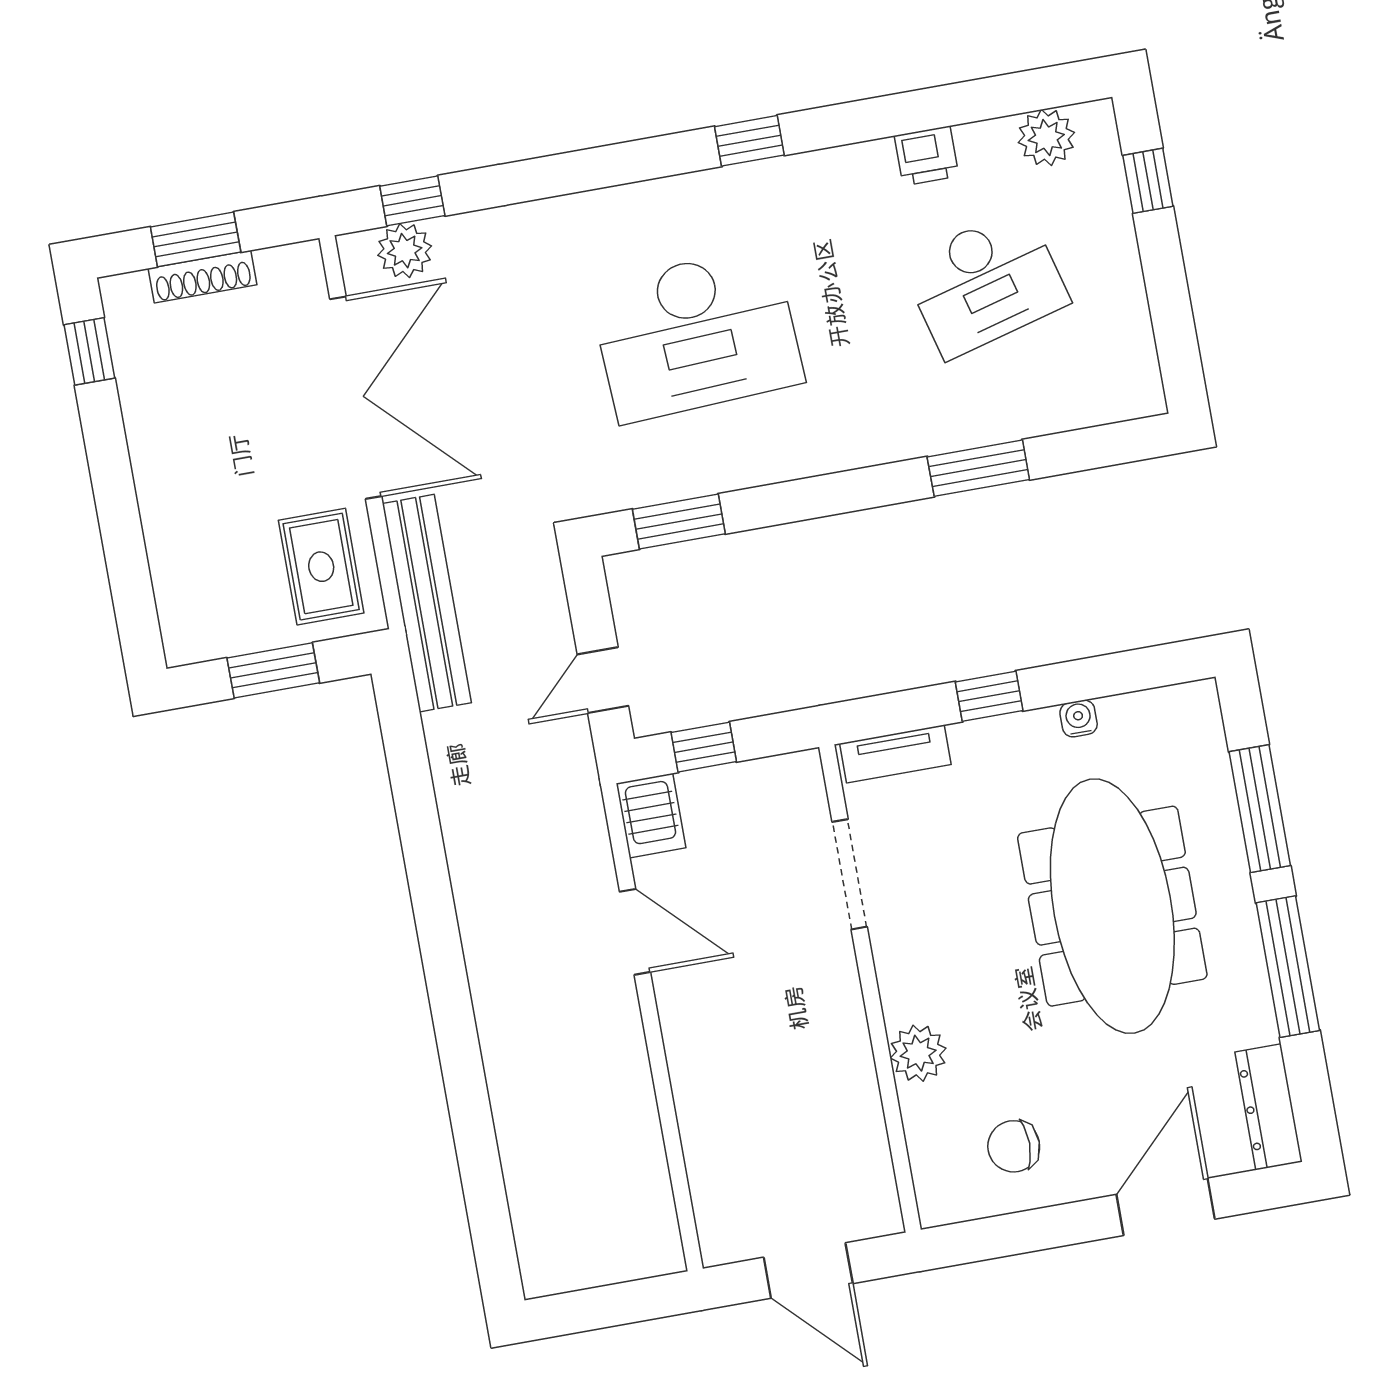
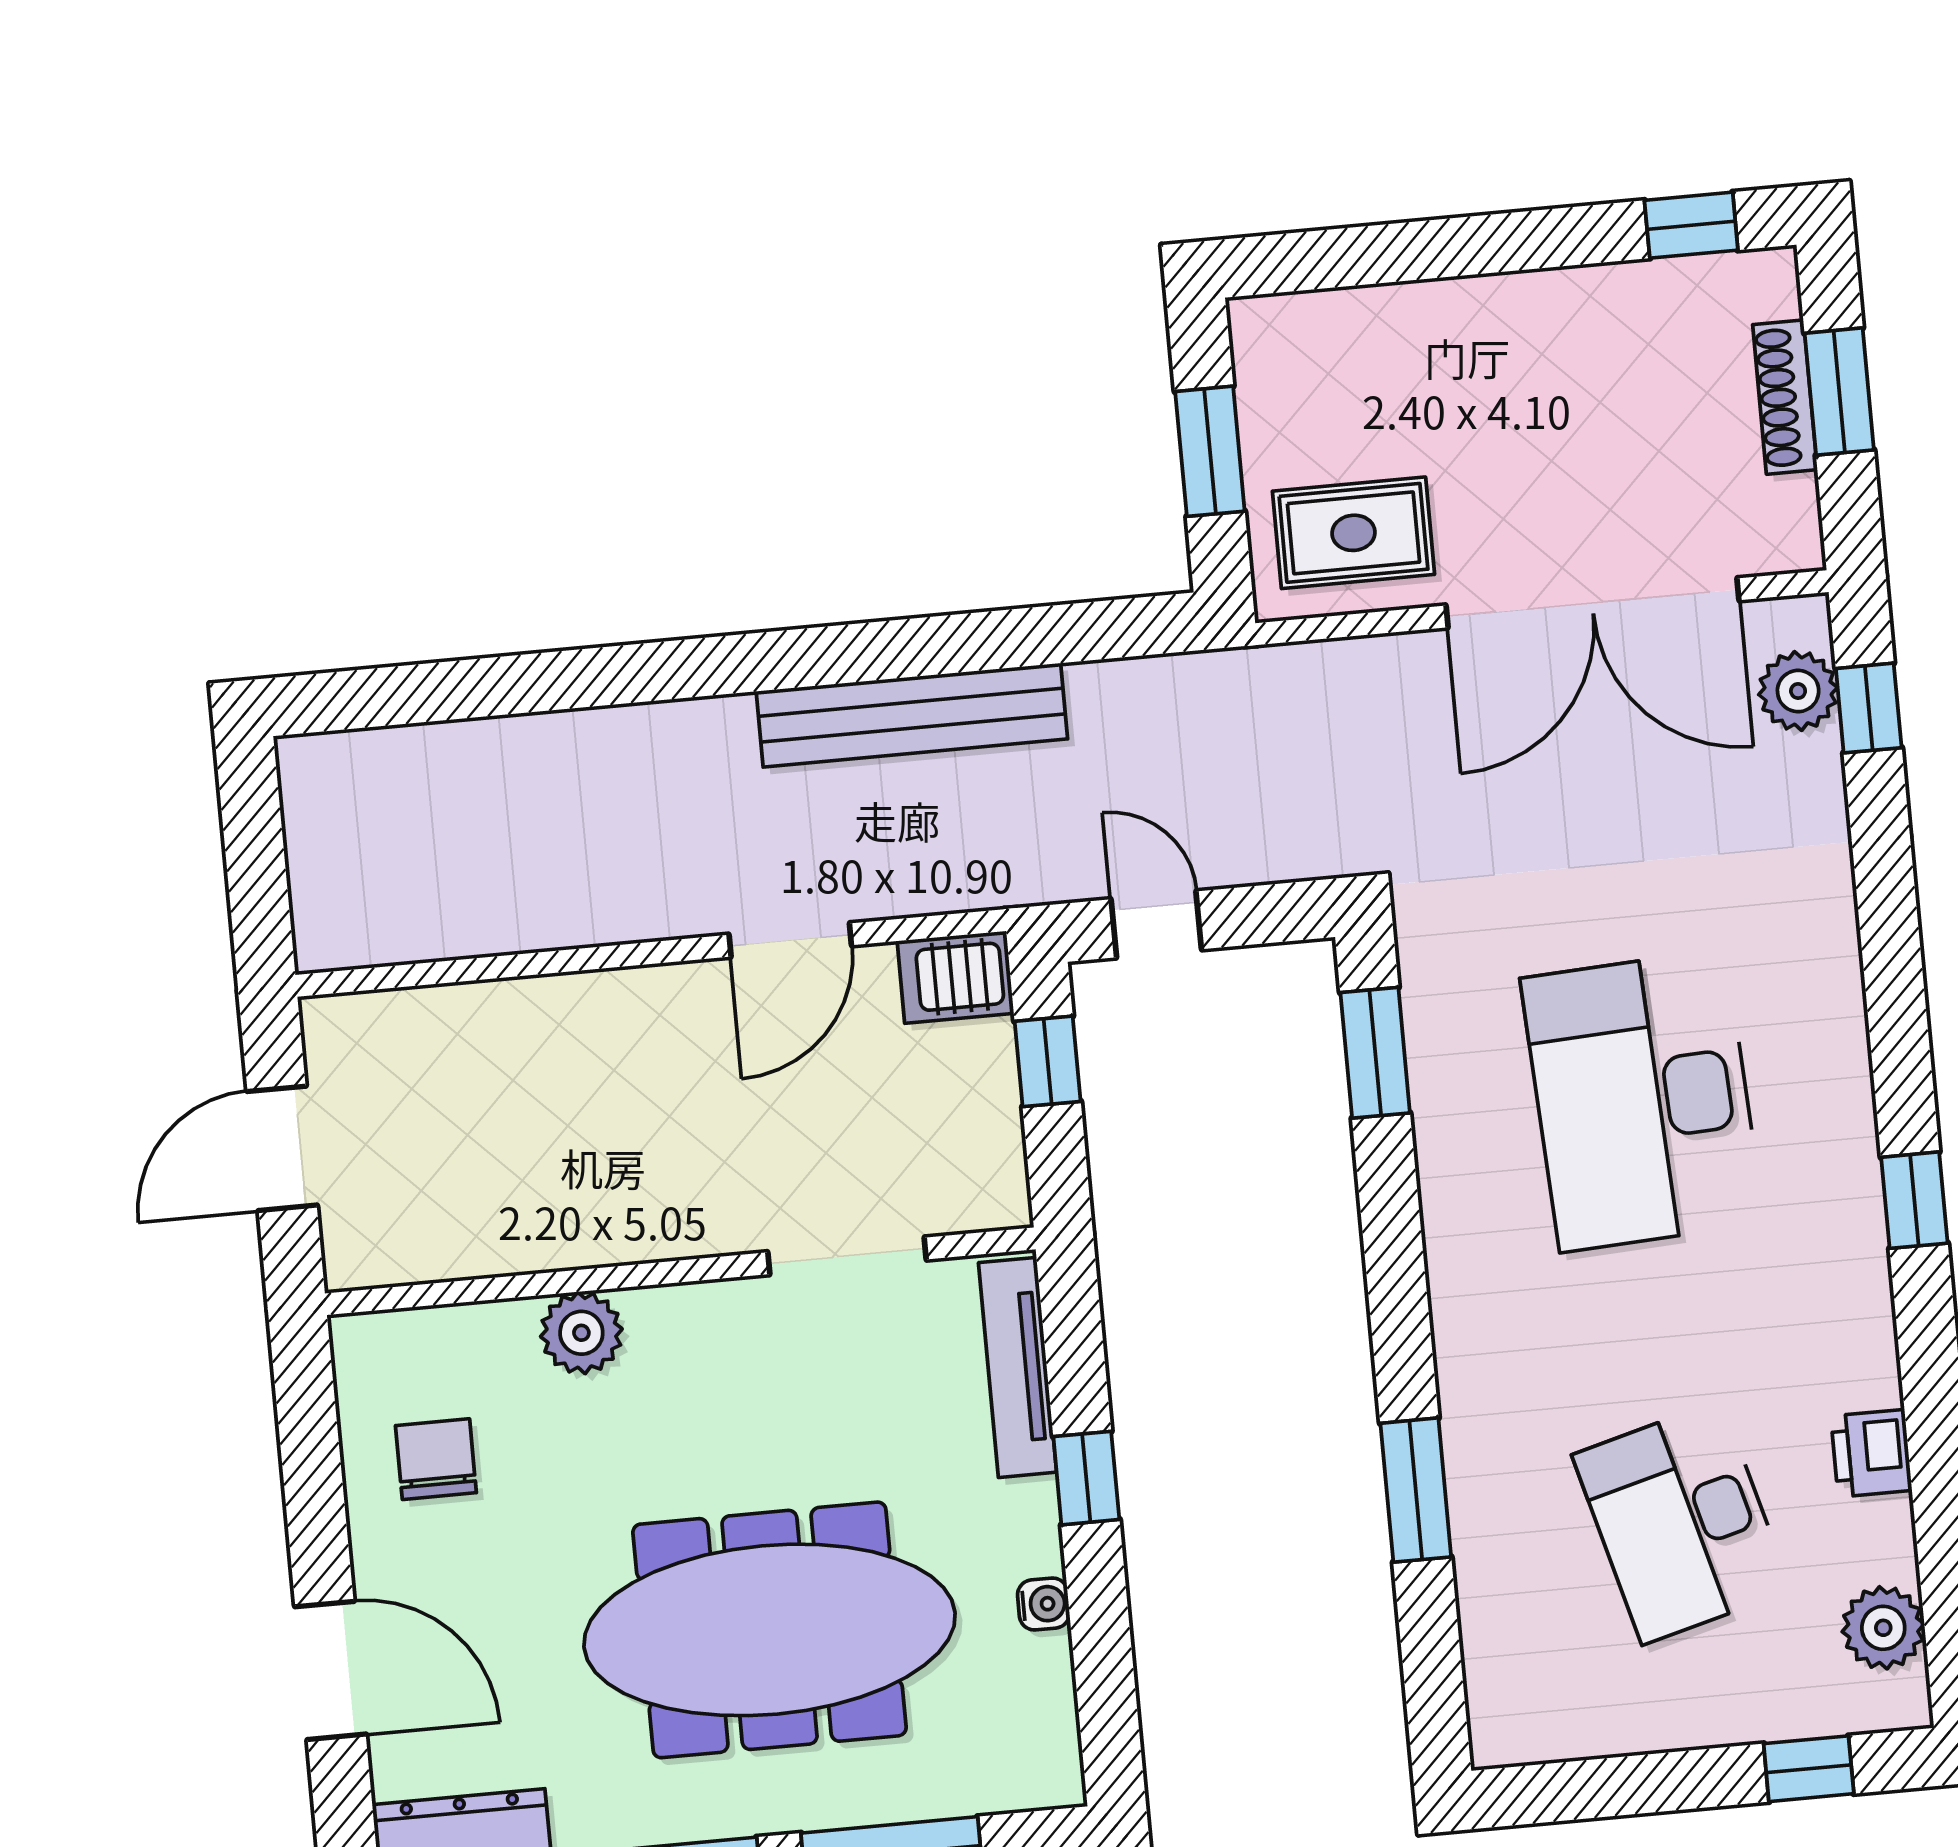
bench: (427, 603) -> (912, 715), moved
tv unit: (895, 754) -> (1017, 1367), width x1.41

